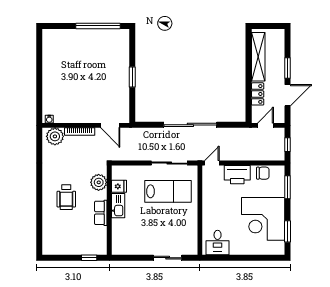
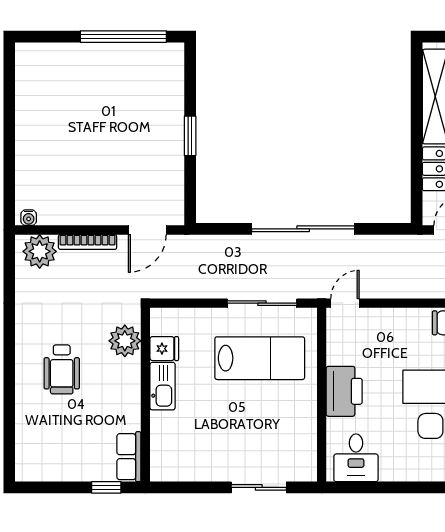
door: (110, 125) -> (147, 230), hinge flipped
printer: (237, 175) -> (344, 391), moved, turned -90
row of seats: (101, 213) -> (129, 457), moved

